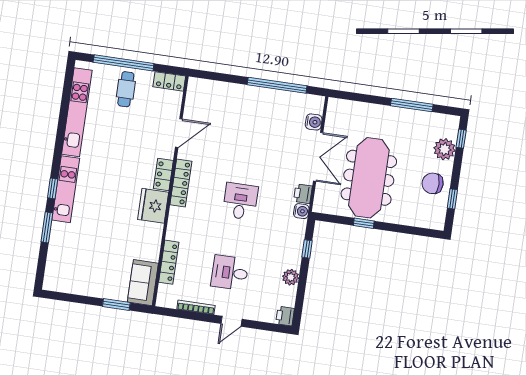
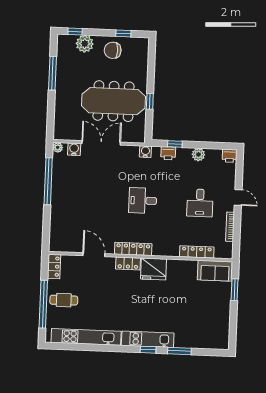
plant: (318, 102) -> (58, 147), added
chair: (433, 183) -> (113, 50), turned 90
printer: (303, 194) -> (168, 153), moved

